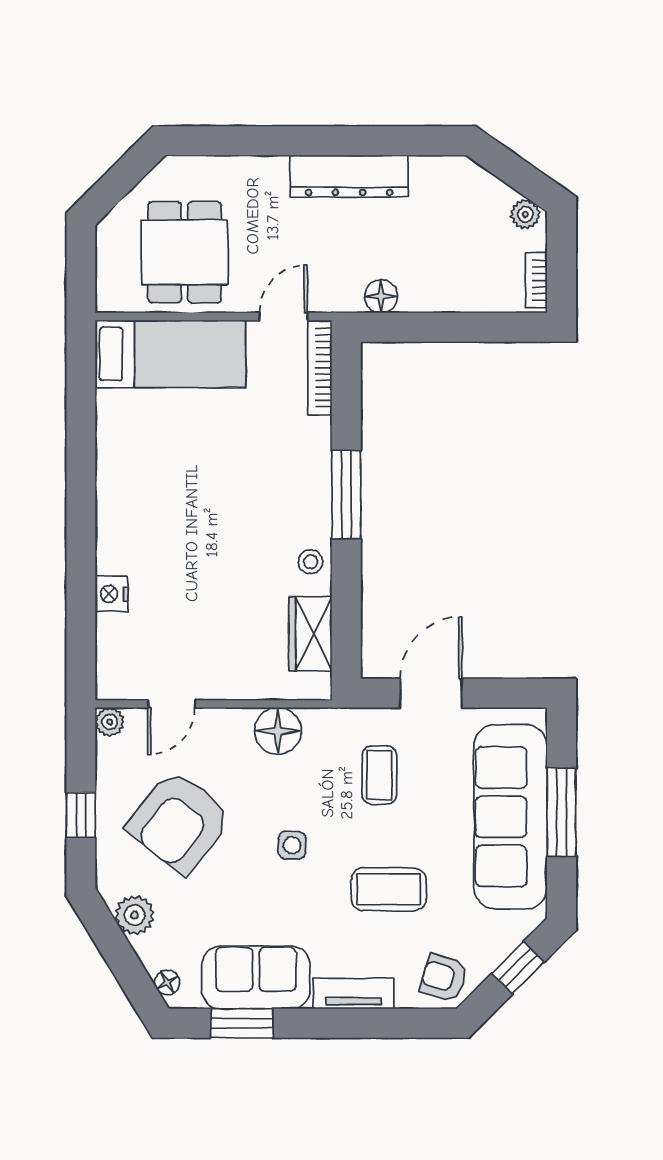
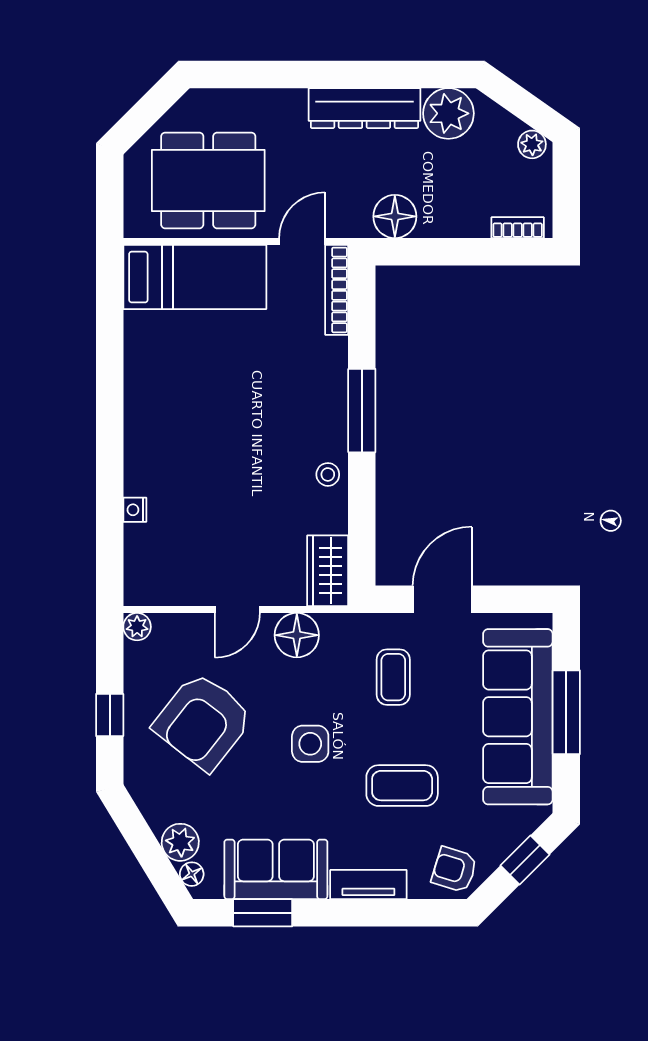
plant: (437, 182) -> (448, 113), added
dining table: (185, 252) -> (208, 180), width x1.38
bookcase: (536, 280) -> (518, 228), moved, turned 90
floor lamp: (381, 296) -> (395, 216), width x1.38, depth x1.38
nightstand: (112, 594) -> (135, 510), width x0.72, depth x0.74
wardrobe: (310, 634) -> (328, 571), moved
door: (171, 704) -> (237, 610), moved
side table: (292, 845) -> (310, 744), width x1.37, depth x1.37
plant: (135, 915) -> (180, 842), moved

